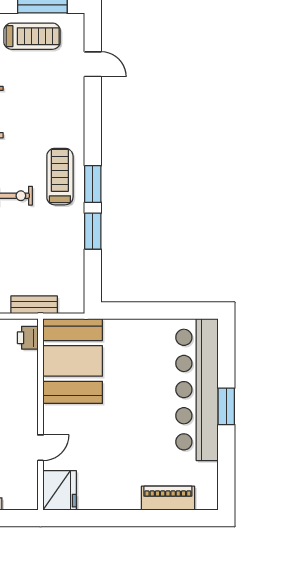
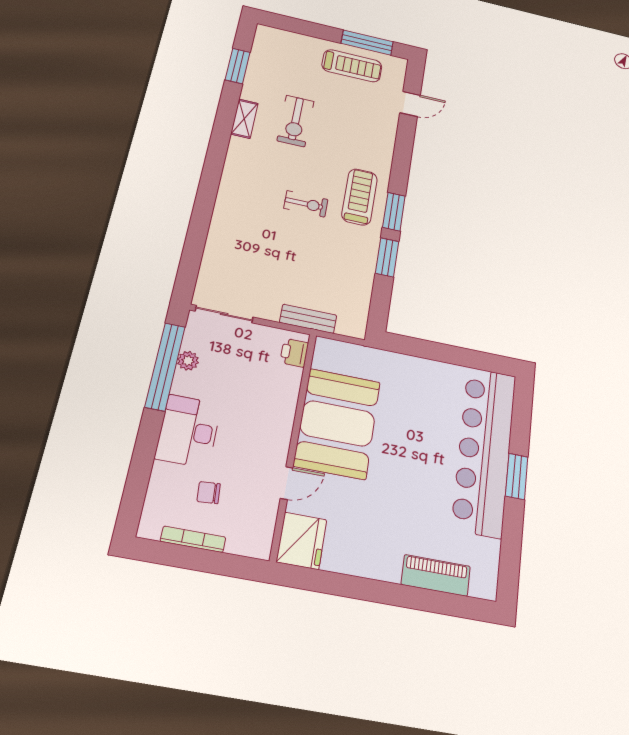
door: (93, 64) -> (410, 104), hinge flipped
booth: (73, 361) -> (337, 423), moved

